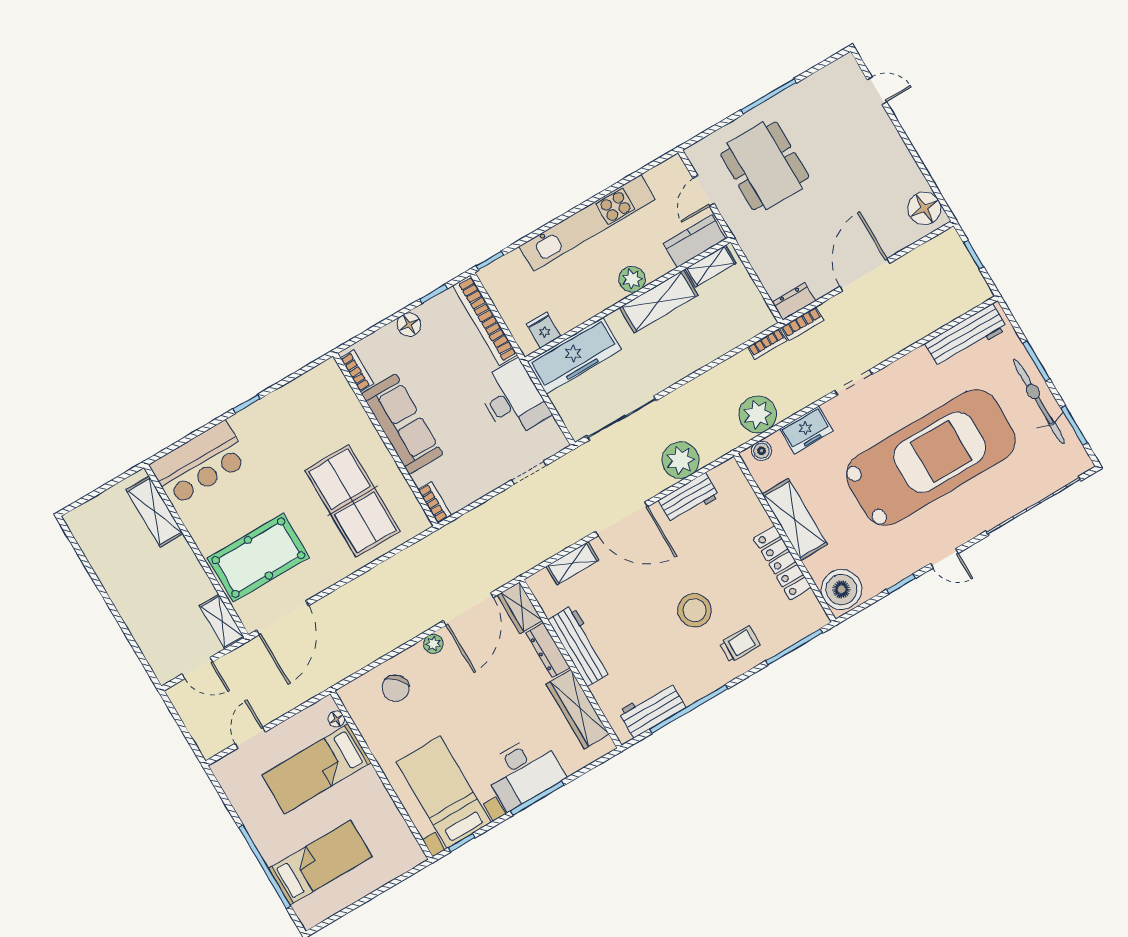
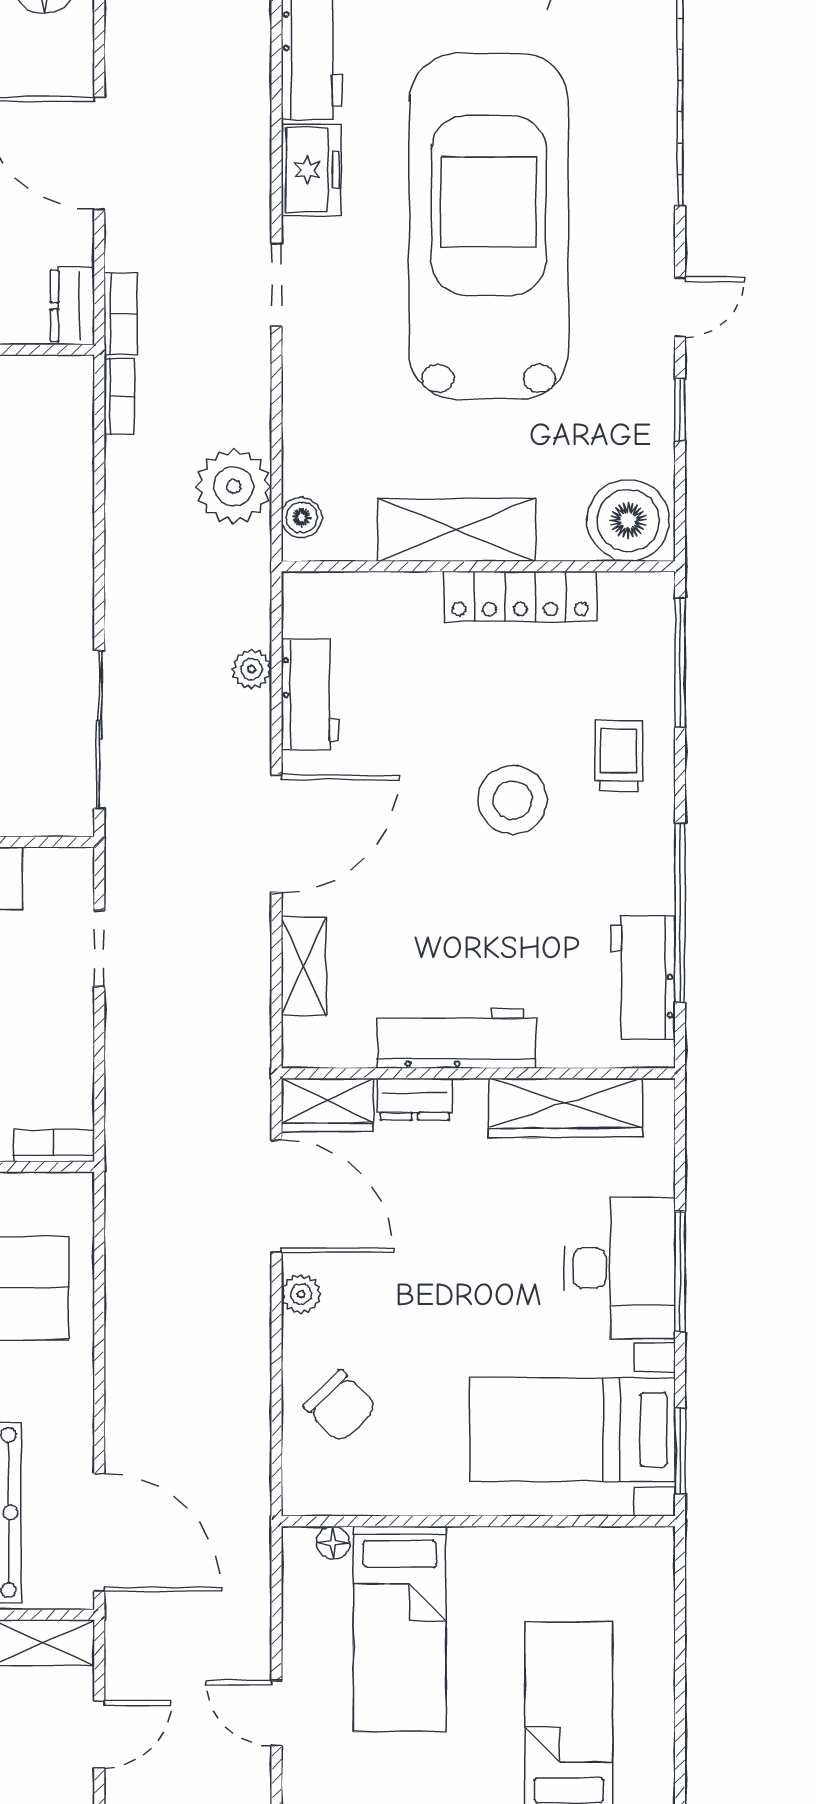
freezer: (806, 430) -> (311, 170), moved
plant: (681, 460) -> (252, 669), width x0.53, depth x0.53
dresser: (548, 650) -> (415, 1099), width x0.70
window: (462, 843) -> (680, 1451), width x1.50

